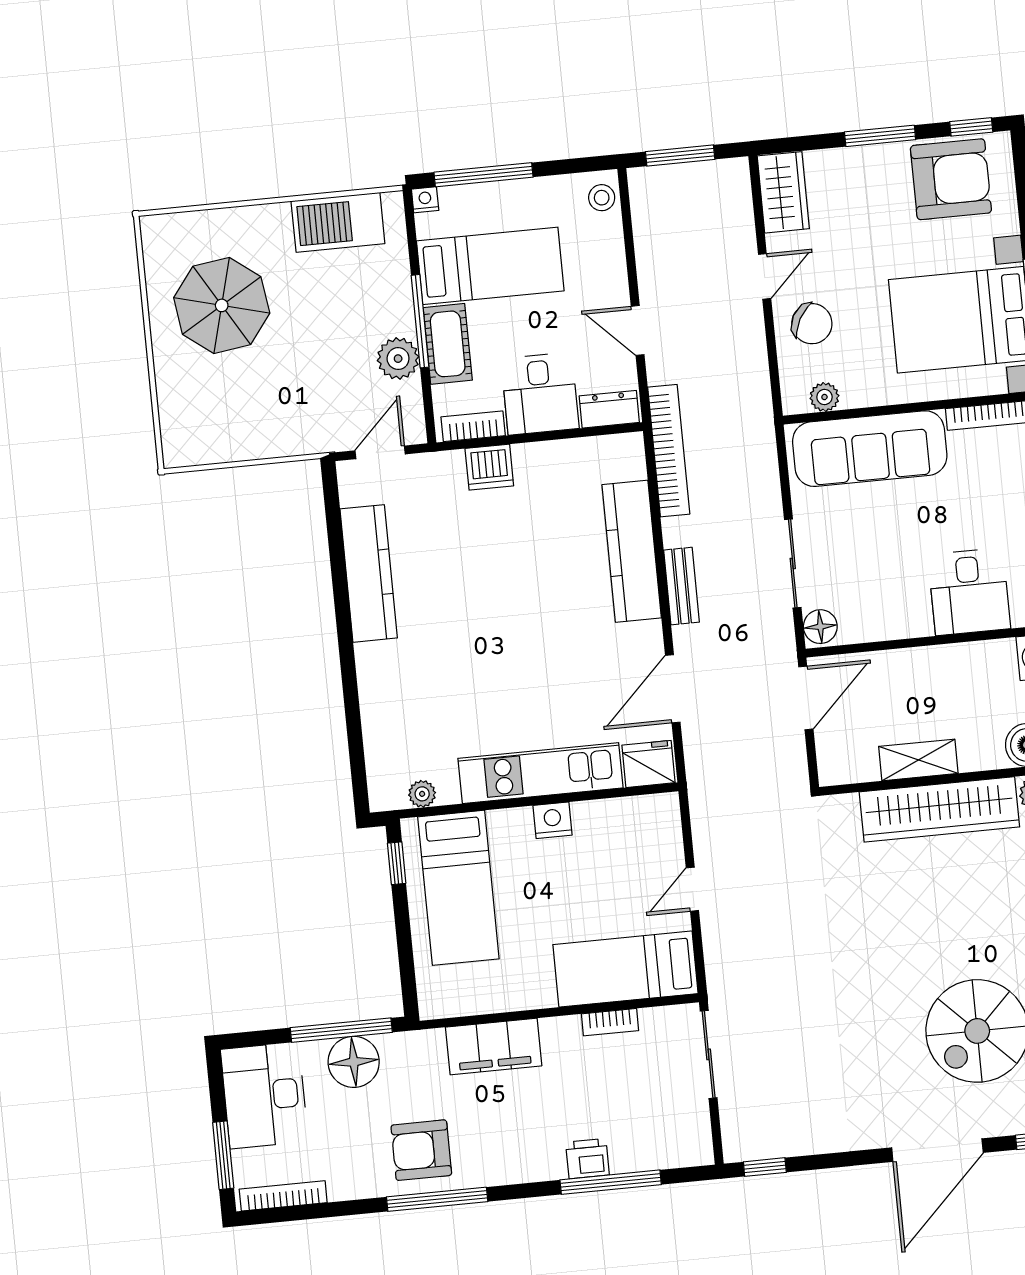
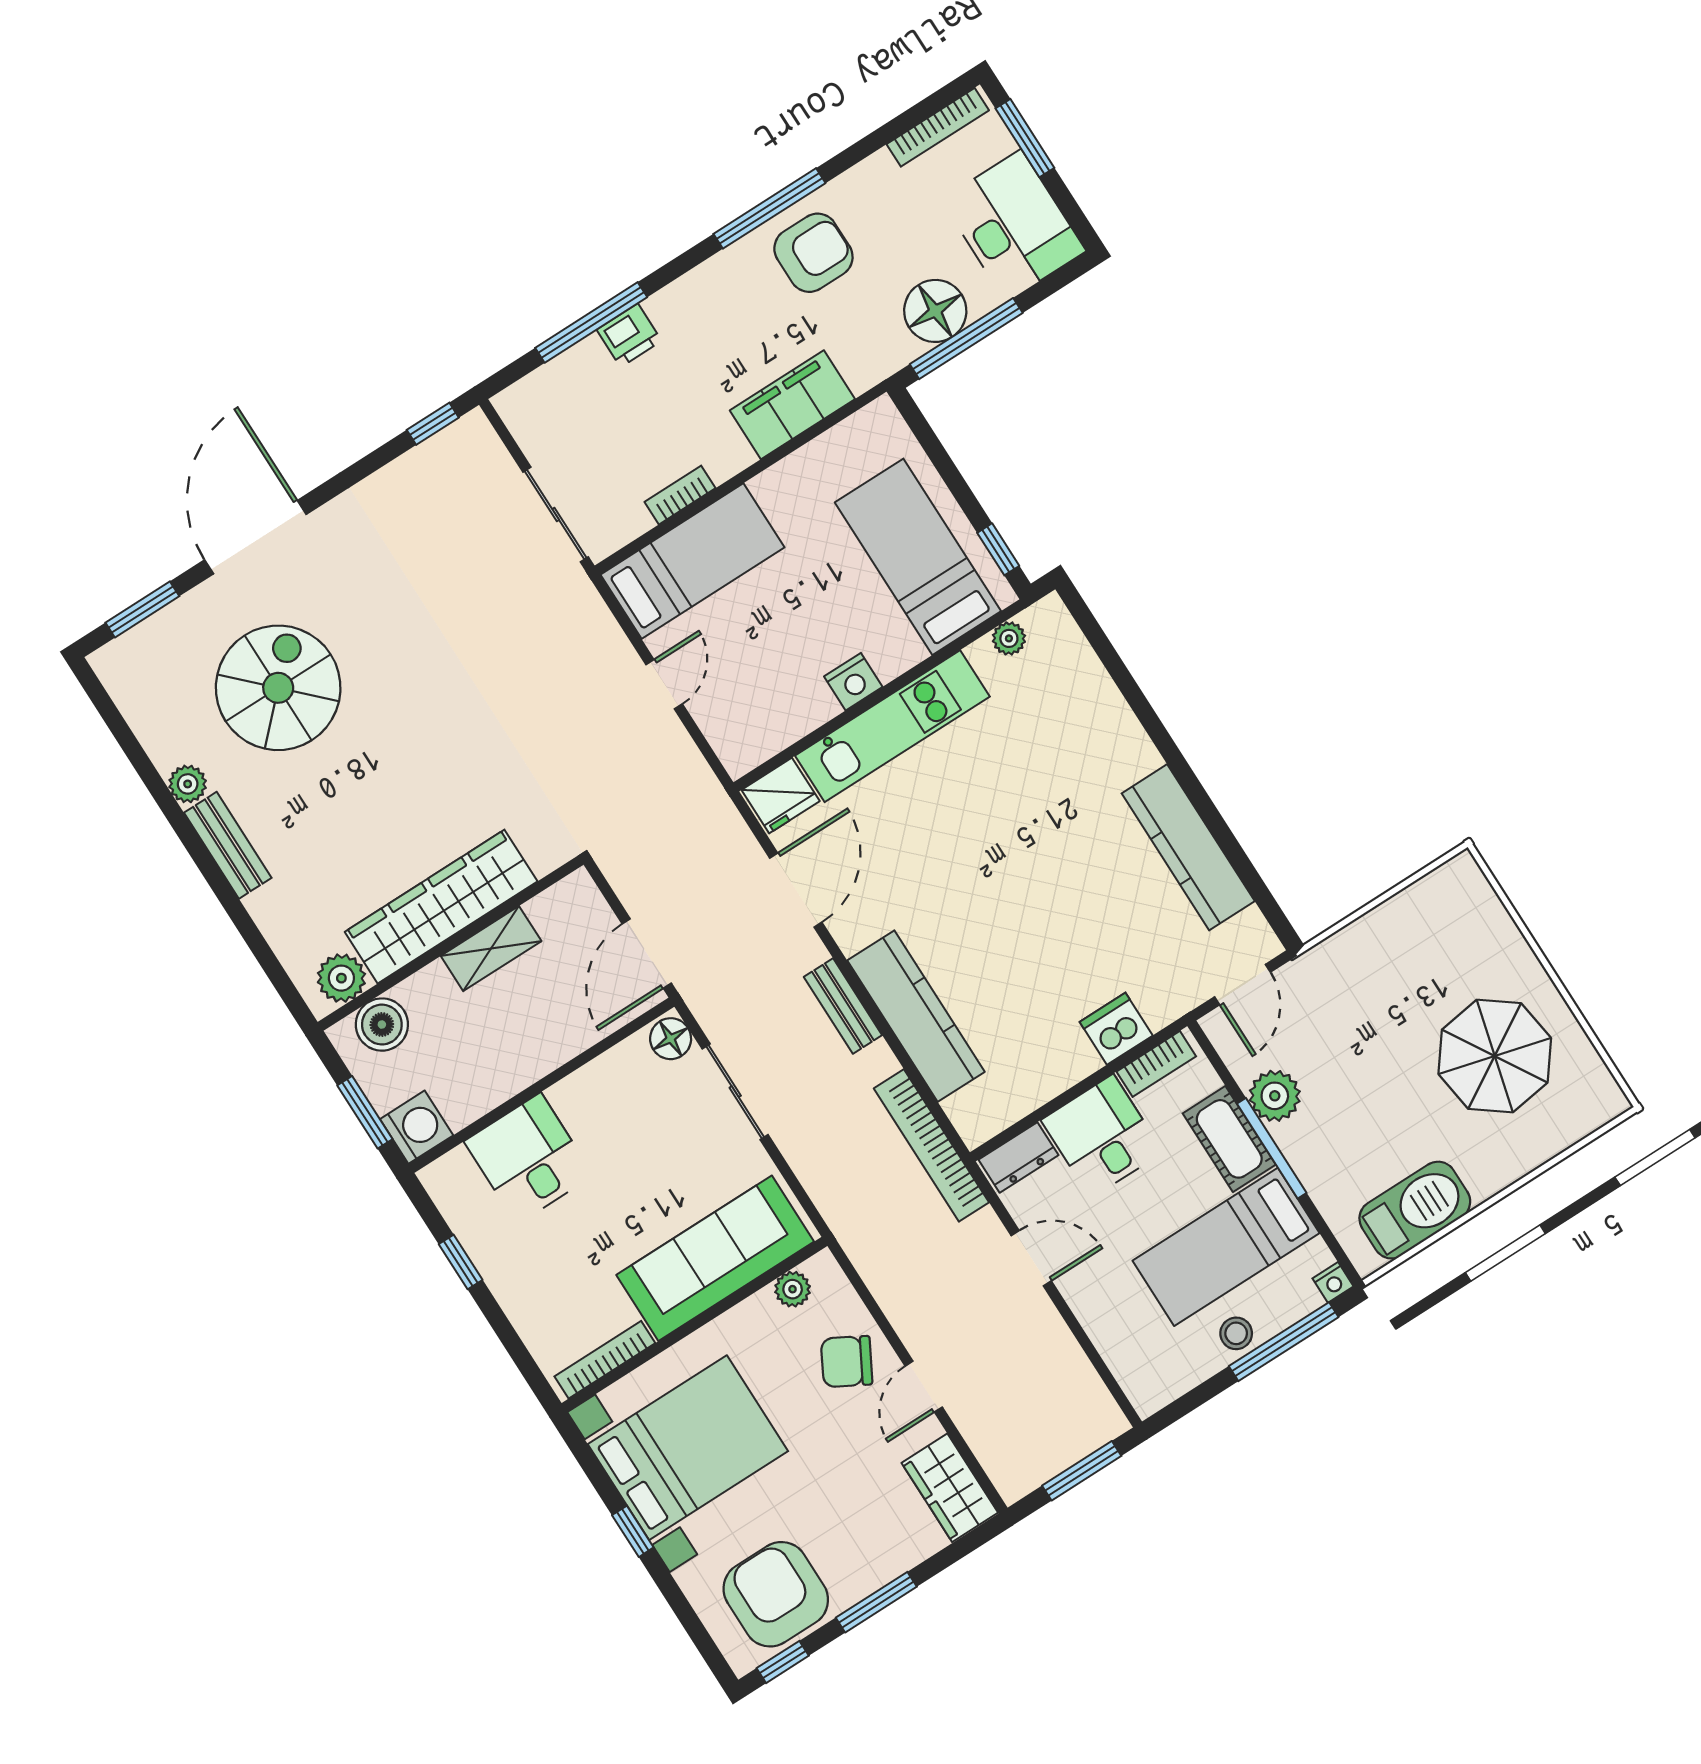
armchair: (951, 179) -> (776, 1594), turned 90
stool: (602, 198) -> (1236, 1333), moved

